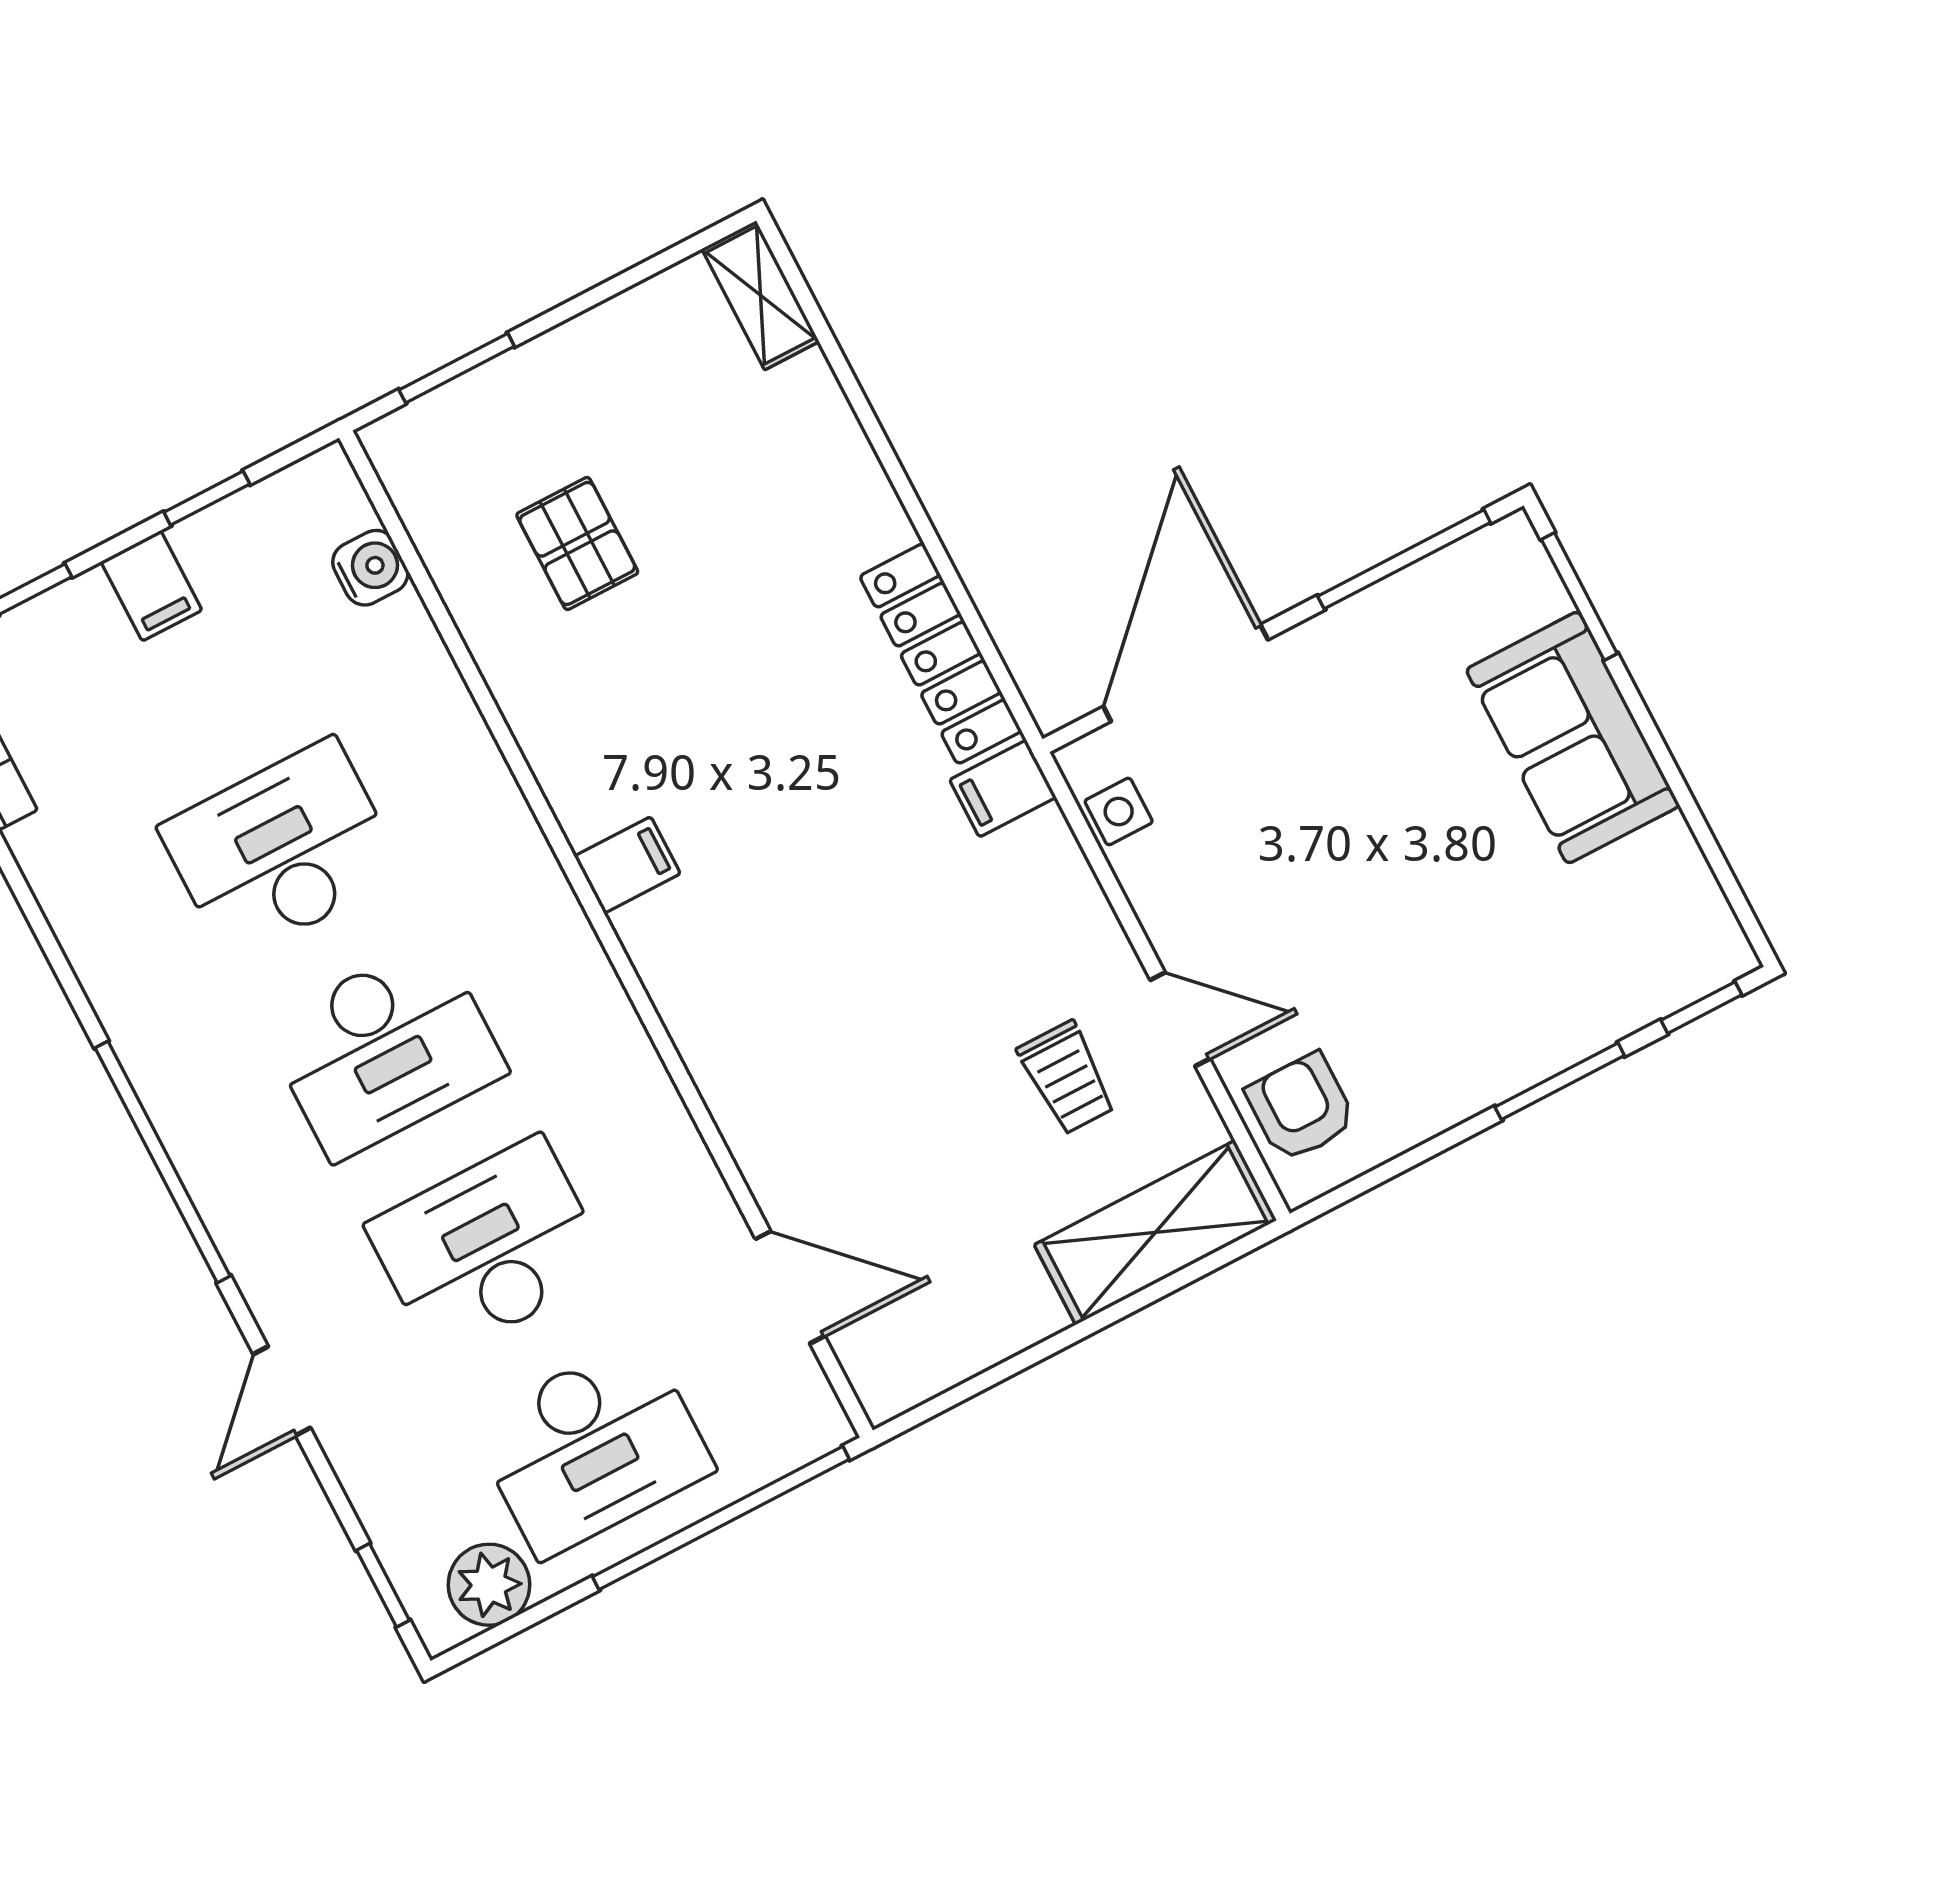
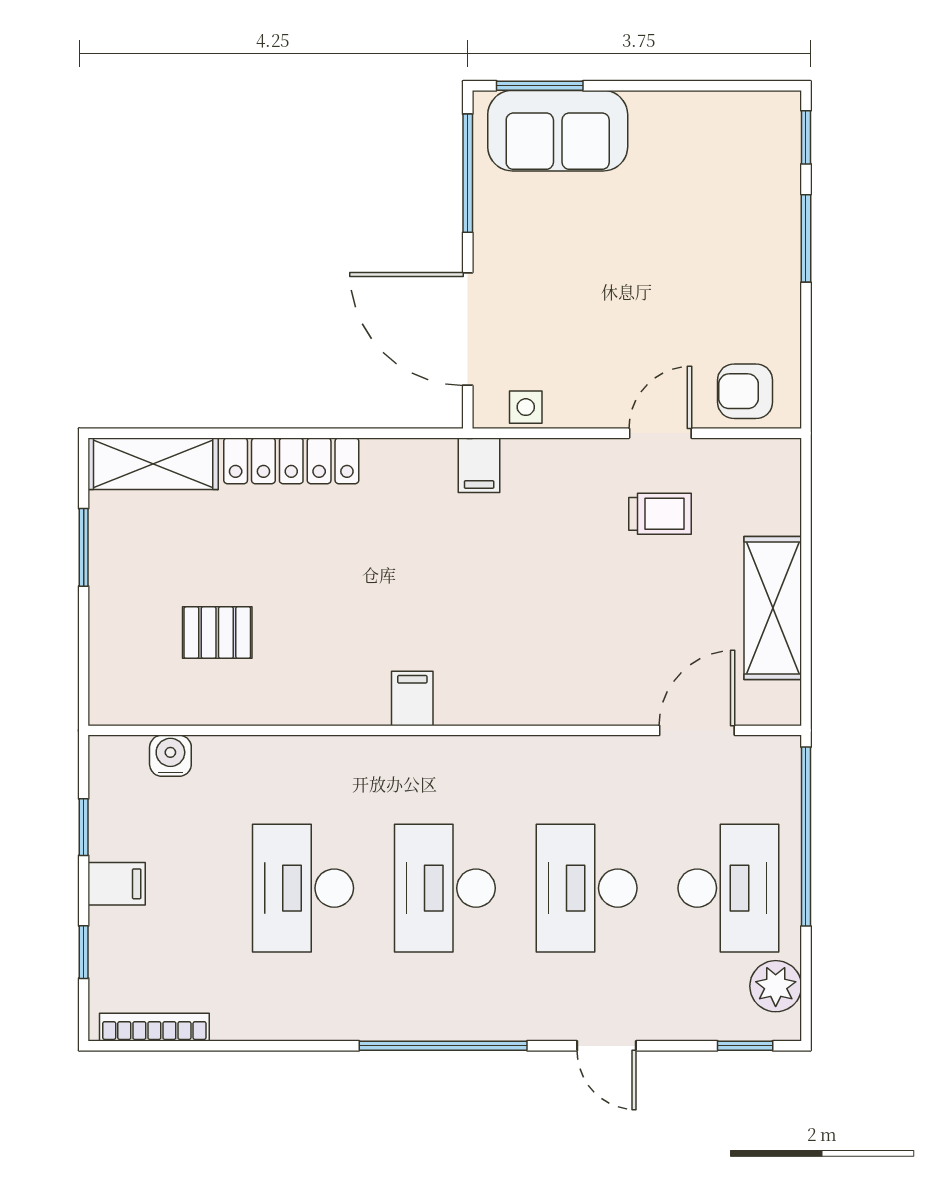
shelving: (760, 295) -> (153, 464), width x1.50, depth x1.33
window: (457, 368) -> (84, 547), moved
locker: (941, 654) -> (291, 461), moved
sofa: (1573, 738) -> (558, 131), moved
desk: (385, 1049) -> (445, 888), turned 180
shelving: (1155, 1233) -> (773, 608), moved

